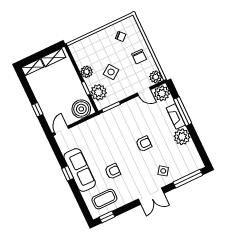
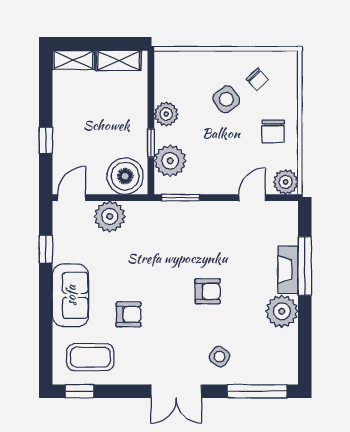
side table: (111, 72) -> (226, 99), moved
door: (144, 91) -> (252, 198), swing flipped
plant: (162, 93) -> (110, 216), moved
sofa: (80, 170) -> (71, 295), width x0.73
window: (68, 173) -> (46, 249), moved

